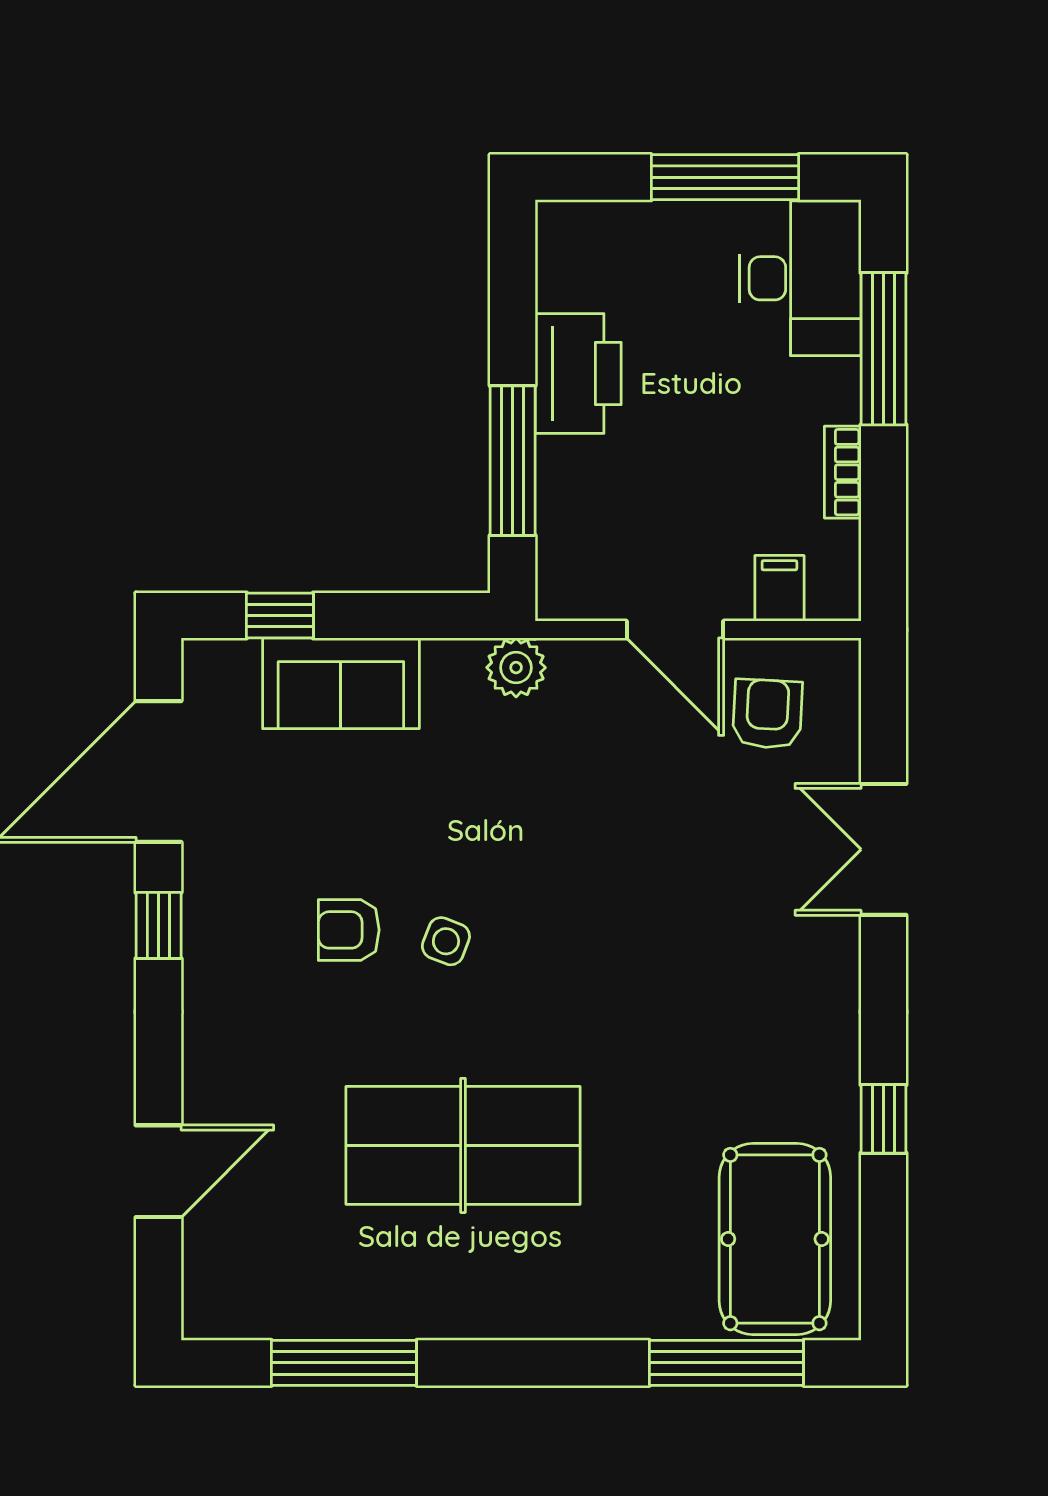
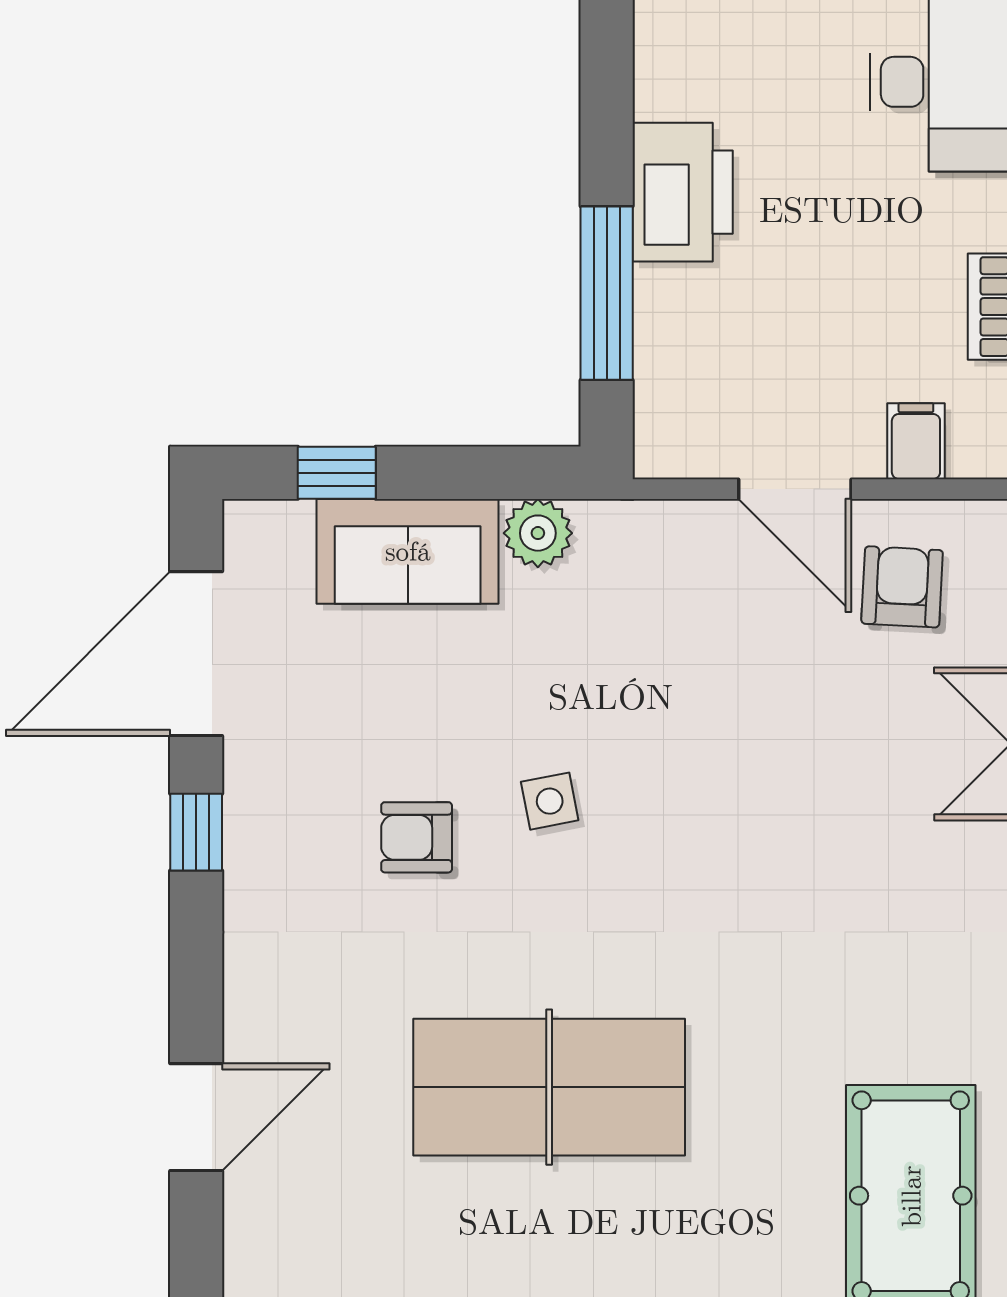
plant: (516, 668) -> (538, 533), moved
side table: (446, 941) -> (550, 801), moved, turned -32

